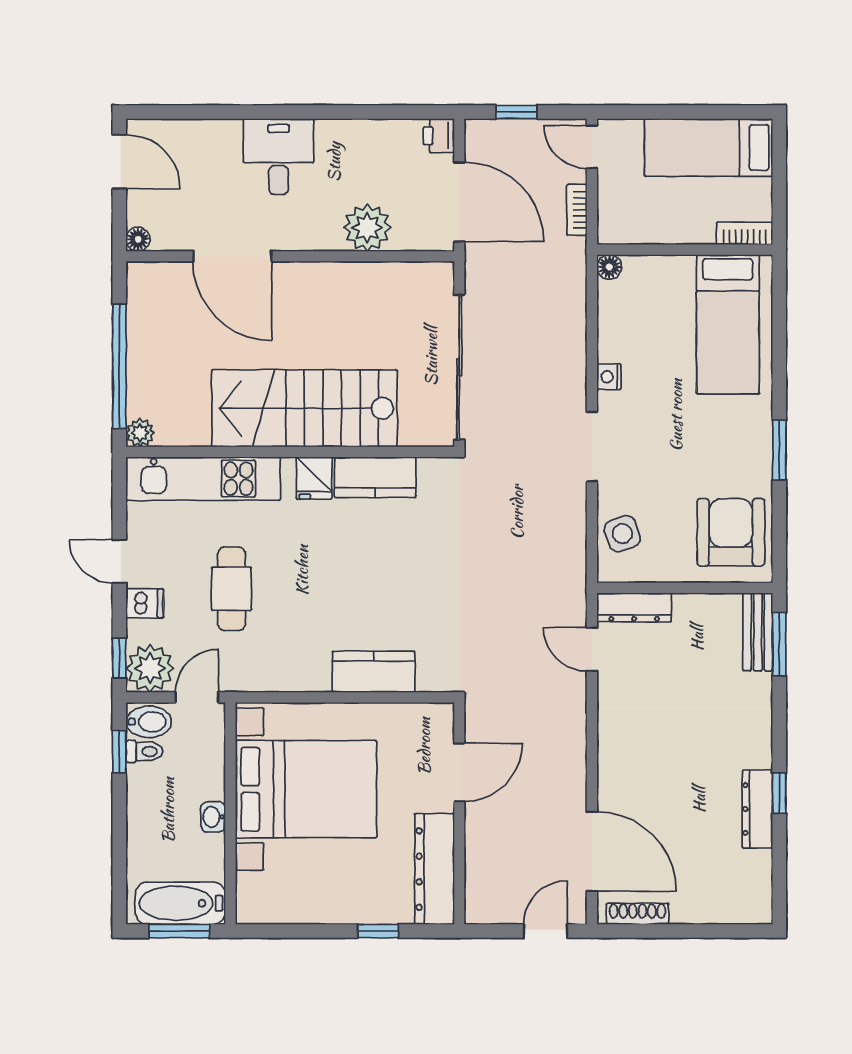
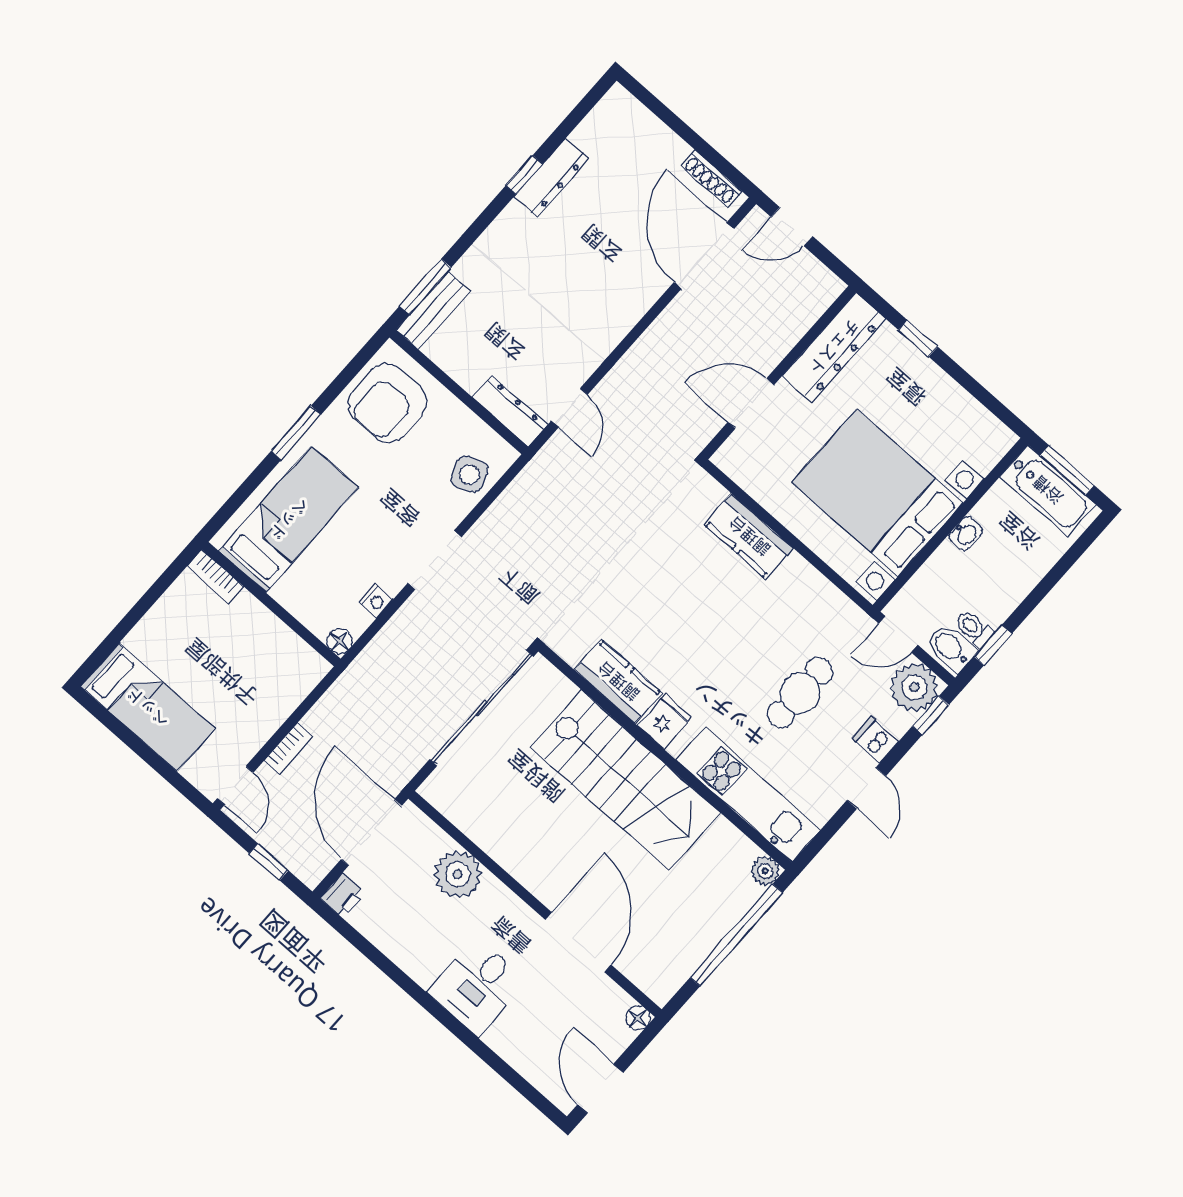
bookcase: (745, 233) -> (215, 576), moved
wall: (685, 250) -> (271, 604), moved
floor lamp: (609, 267) -> (340, 641), moved
bed: (728, 324) -> (289, 519), moved

